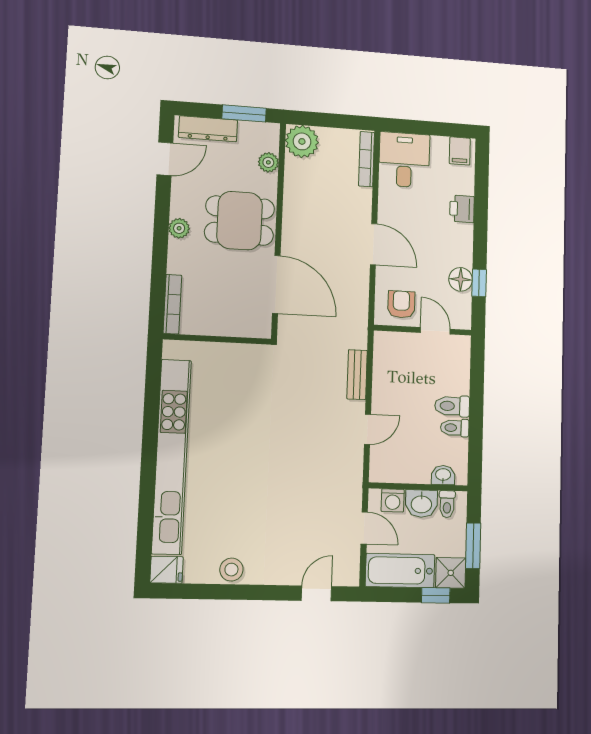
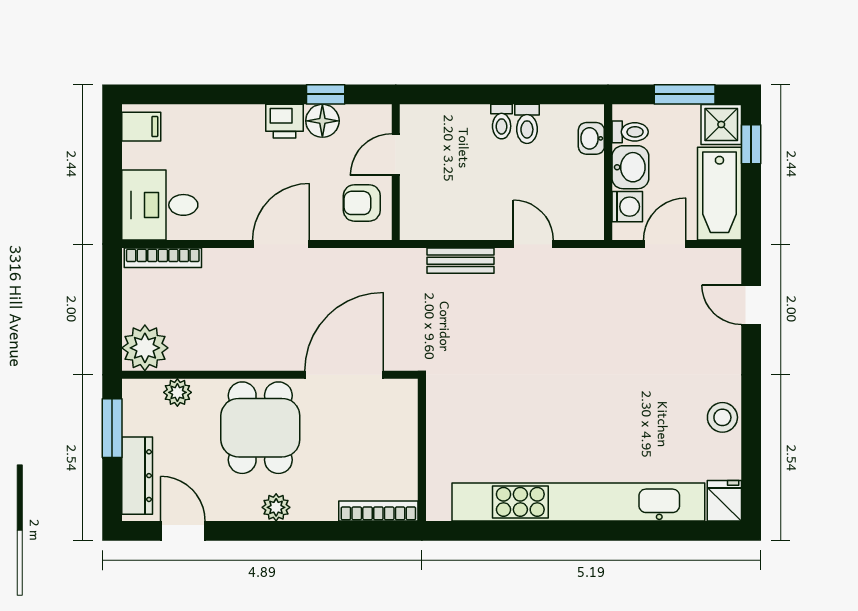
printer: (462, 209) -> (284, 121), moved
toilet: (452, 406) -> (502, 122), width x0.73, depth x0.72

